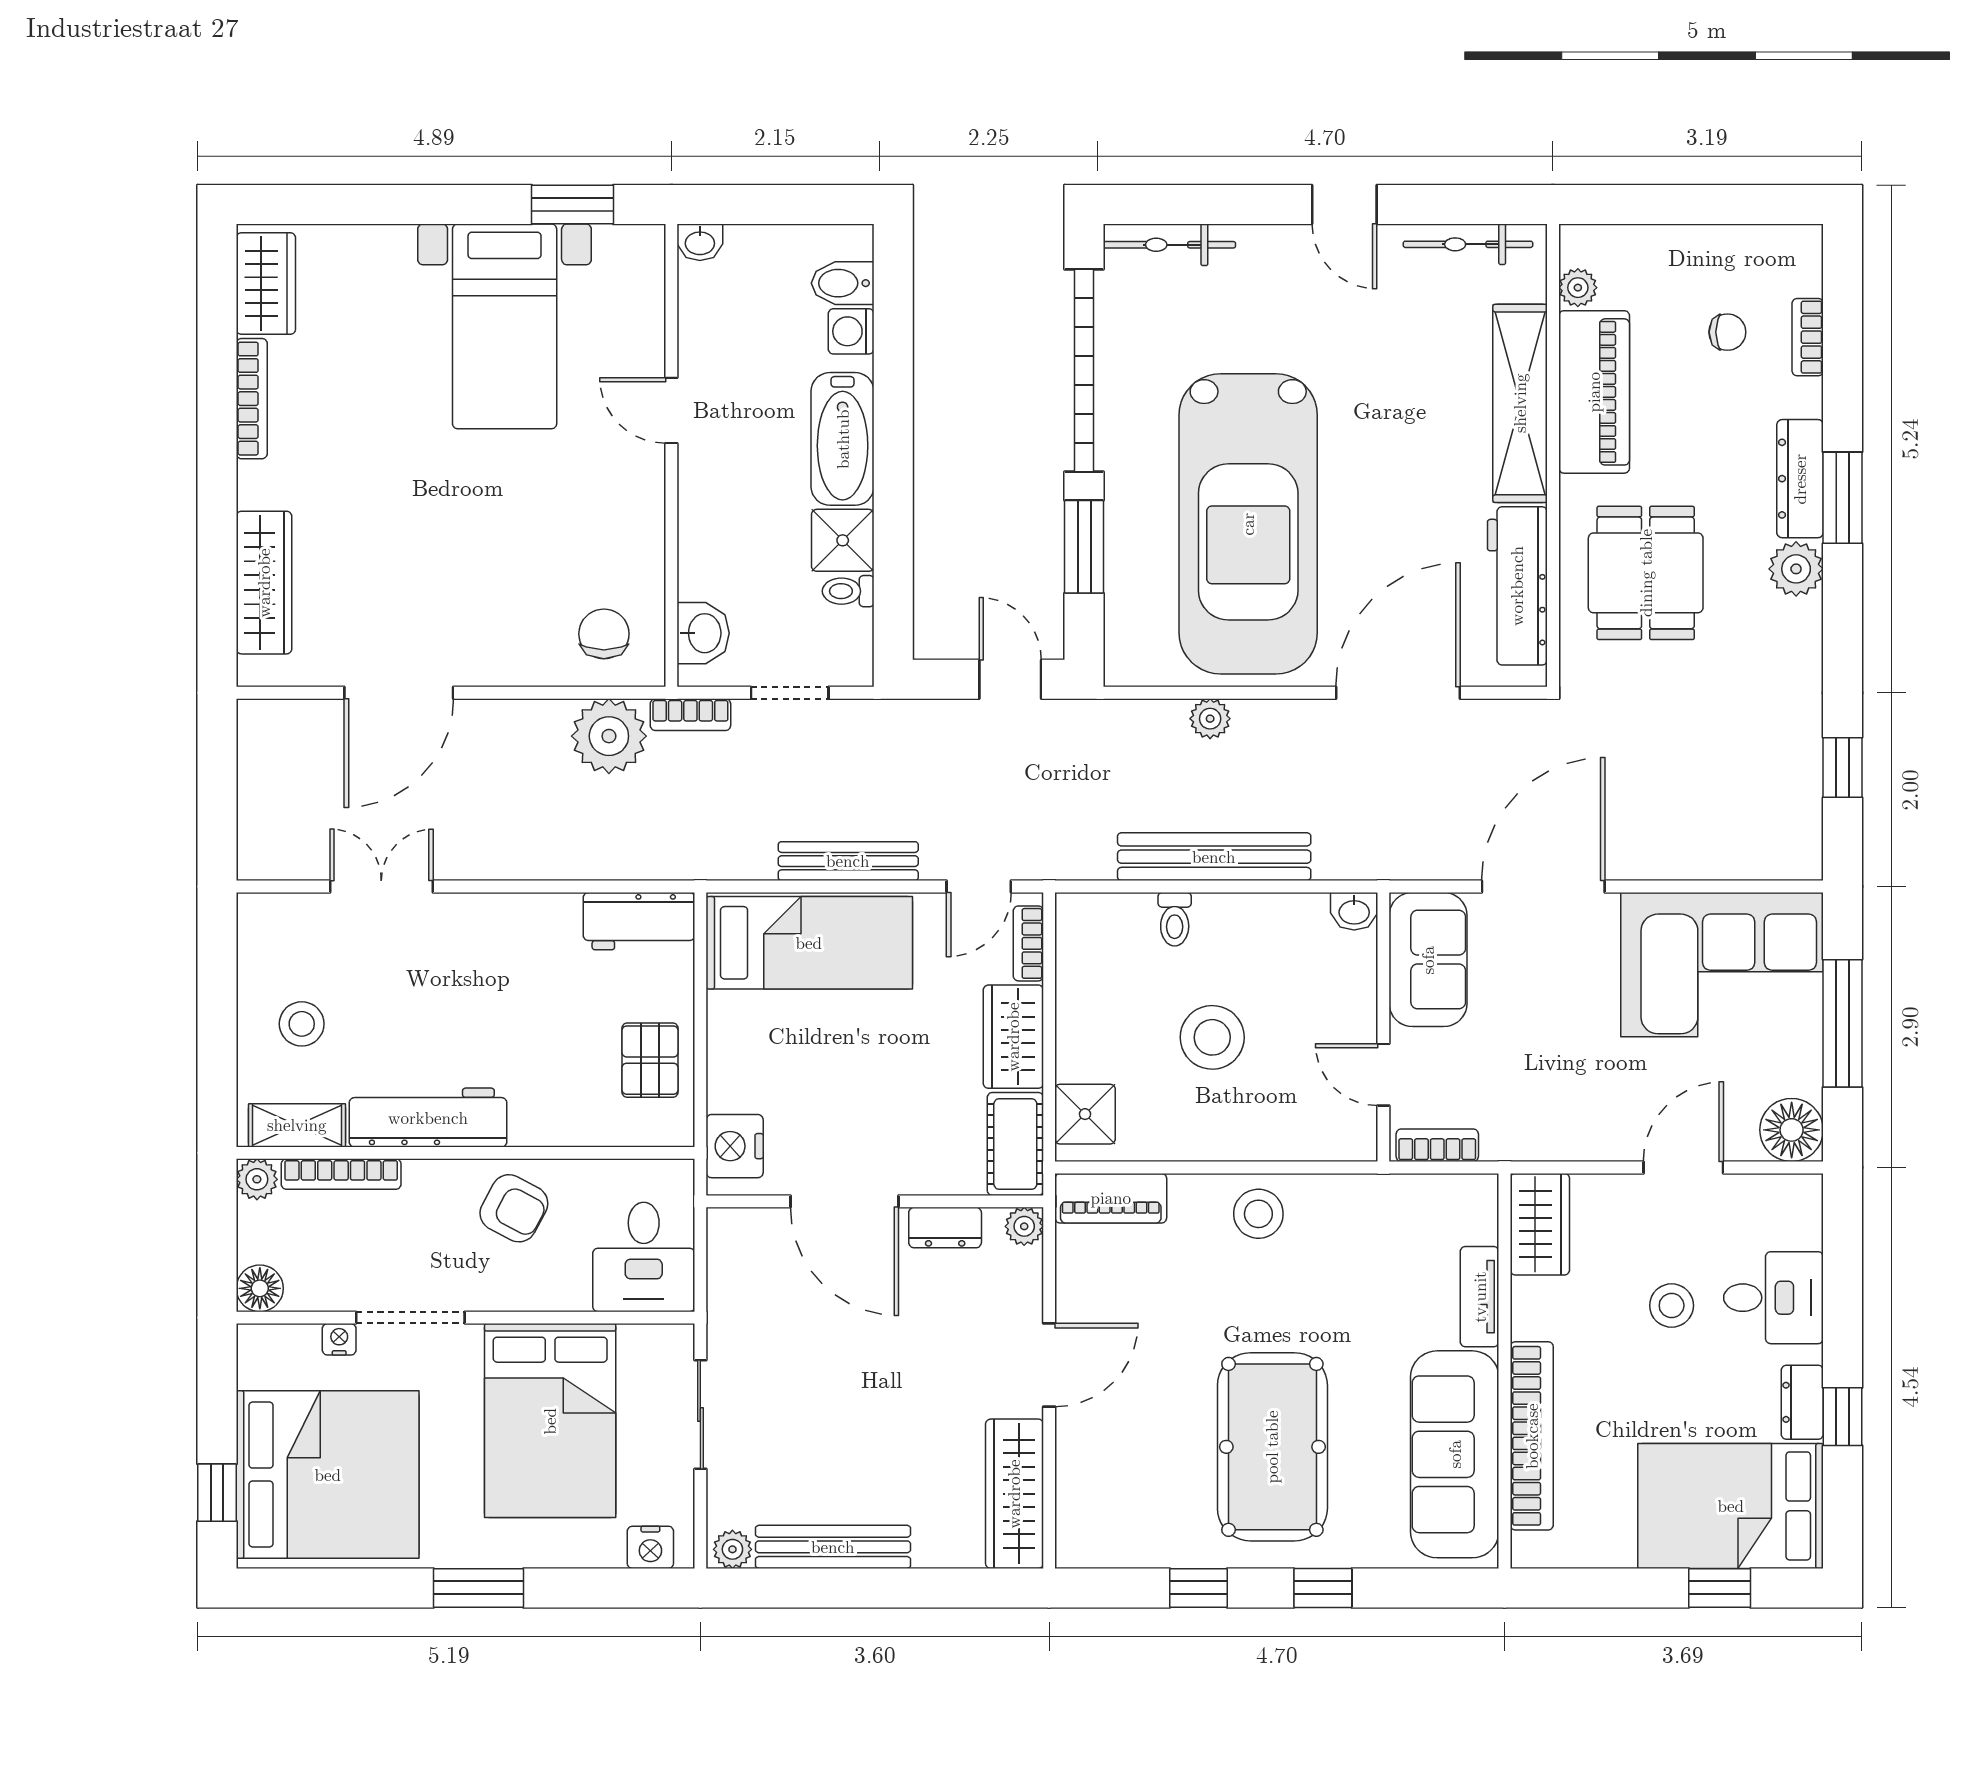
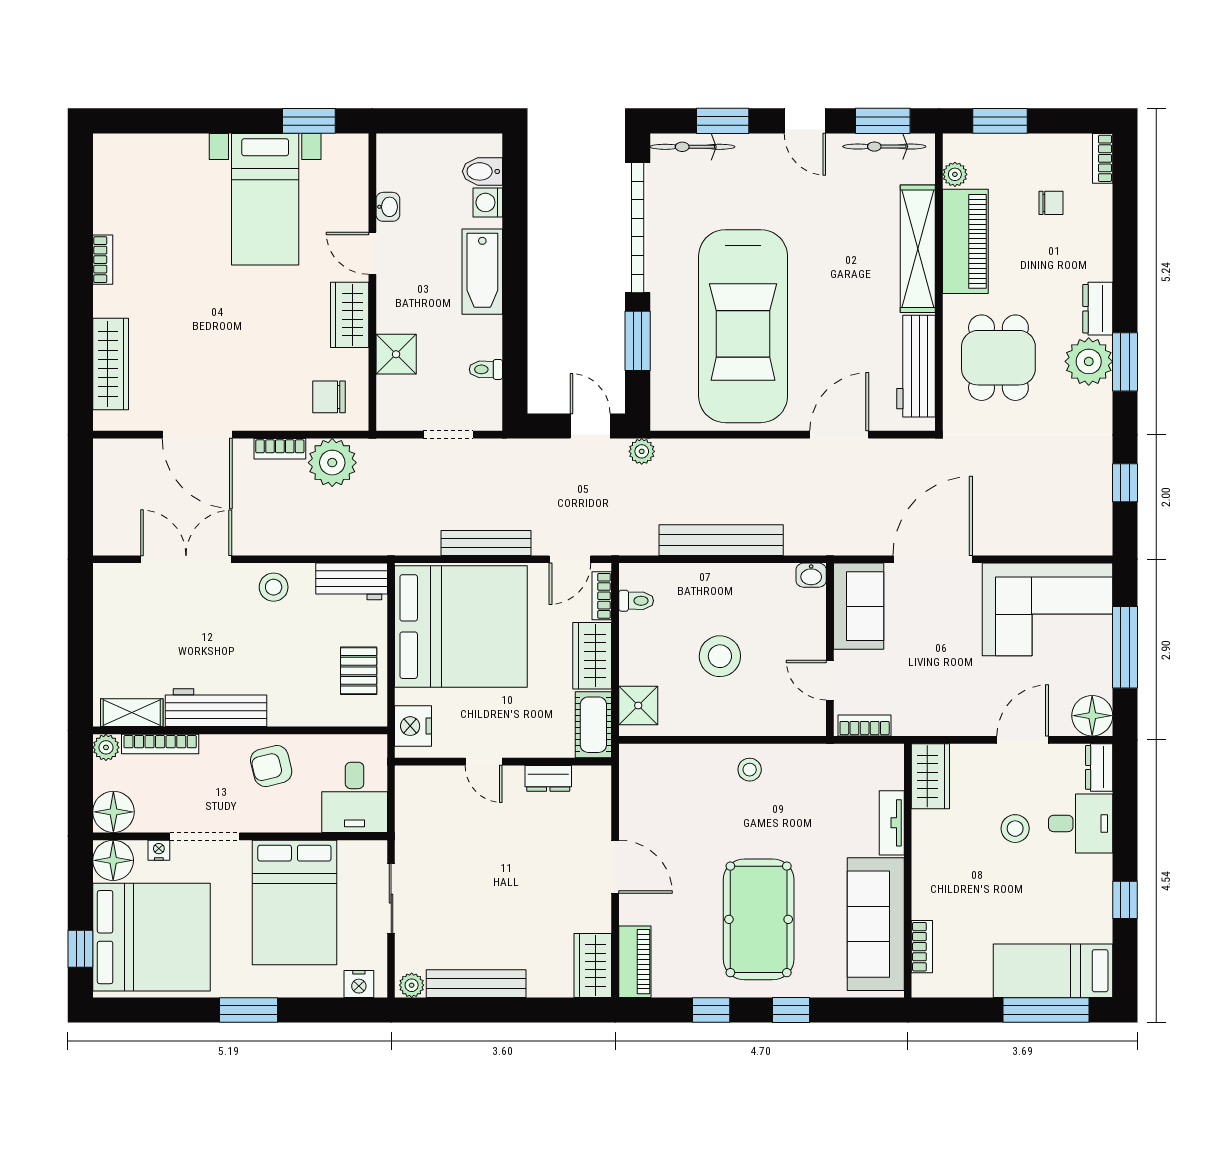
window: (1216, 204) -> (723, 121), added
window: (1466, 204) -> (883, 121), added
window: (1648, 204) -> (1000, 121), added
washbasin: (700, 242) -> (388, 207), moved, turned -90
wardrobe: (266, 284) -> (350, 315), moved, turned 180
bookcase: (1808, 337) -> (1103, 158), moved
bookcase: (252, 399) -> (103, 260), width x0.64
dresser: (1800, 479) -> (1098, 309), width x0.70
window: (1843, 498) -> (1125, 362), moved
shower: (843, 540) -> (396, 354), moved
plant: (1796, 569) -> (1089, 361), width x1.36, depth x1.36
washbasin: (703, 633) -> (393, 396), removed
chair: (604, 634) -> (329, 397), turned -90
door: (399, 693) -> (197, 435), hinge flipped
door: (1398, 693) -> (839, 435), width x0.73
bookcase: (690, 715) -> (280, 449), moved
plant: (1210, 719) -> (642, 451), moved
double door: (381, 887) -> (186, 559), width x1.37
toilet: (1175, 919) -> (636, 601), moved, turned -90
bed: (809, 943) -> (461, 627), width x2.04
stool: (302, 1024) -> (274, 587), moved
piano: (1111, 1198) -> (635, 962), moved, turned -90
door: (844, 1201) -> (484, 762), width x0.53
armchair: (514, 1208) -> (271, 766), turned 138
stool: (1258, 1214) -> (750, 770), width x0.73, depth x0.73
plant: (1024, 1226) -> (599, 778), removed
floor lamp: (260, 1288) -> (113, 812), width x1.38, depth x1.38
floor lamp: (268, 1355) -> (113, 860), added
door: (1049, 1365) -> (615, 867), hinge flipped
dresser: (1802, 1402) -> (1099, 767), moved
bookcase: (1532, 1436) -> (922, 947), width x0.43, depth x0.76
wardrobe: (1014, 1494) -> (593, 966), width x0.67
bed: (1731, 1506) -> (1053, 971), width x0.67
window: (1720, 1588) -> (1046, 1010), width x2.17

